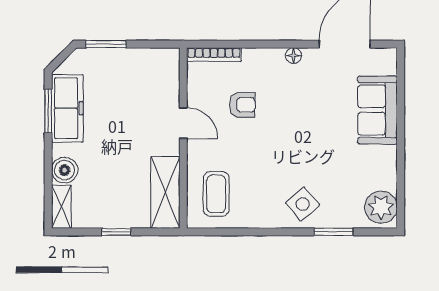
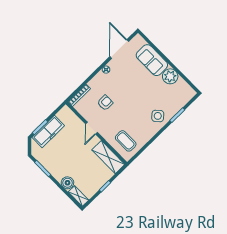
freezer: (67, 108) -> (48, 132), moved, turned 90
door: (183, 123) -> (91, 128), swing flipped
plant: (381, 207) -> (170, 76), moved

